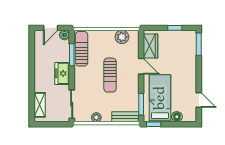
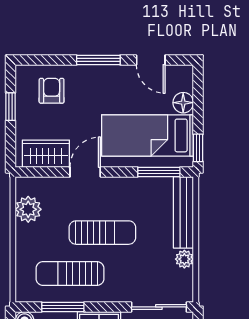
window: (199, 44) -> (98, 60), moved
sun lounger: (82, 49) -> (70, 274), moved
armchair: (183, 49) -> (52, 91), added
door: (199, 100) -> (151, 60), swing flipped
bench: (125, 117) -> (183, 212), width x1.36

